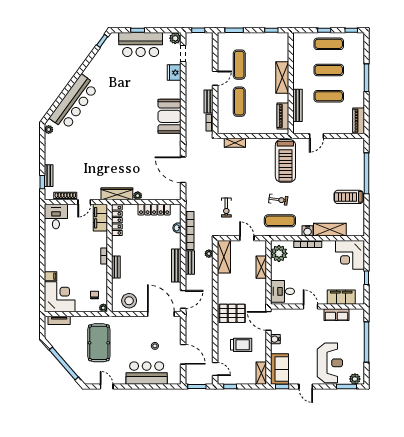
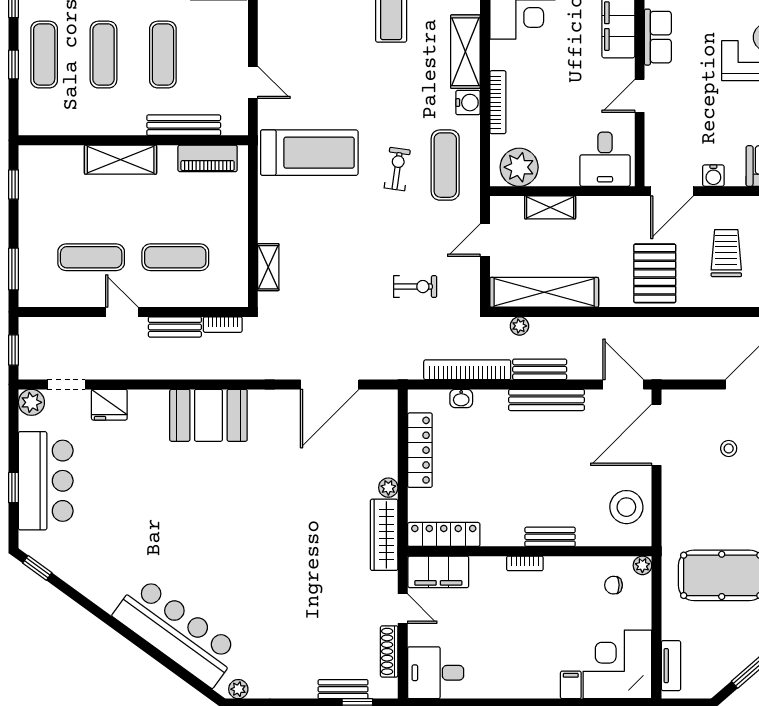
shelving: (224, 257) -> (544, 292), width x1.47

